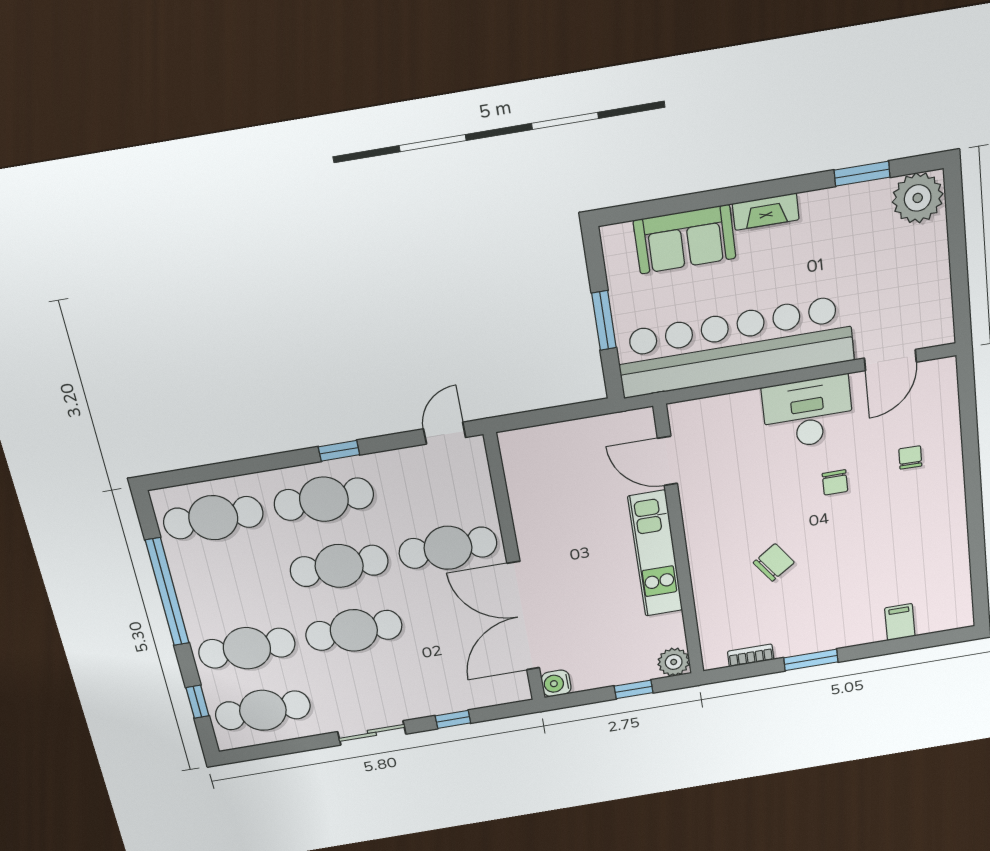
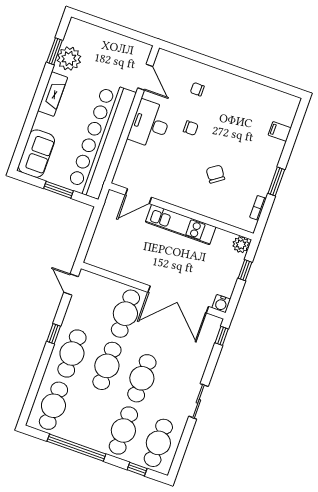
plant: (918, 198) -> (69, 59), moved
fireplace: (766, 212) -> (53, 94), width x1.37, depth x1.32
sofa: (685, 239) -> (36, 154), moved
window: (453, 719) -> (222, 336), moved

